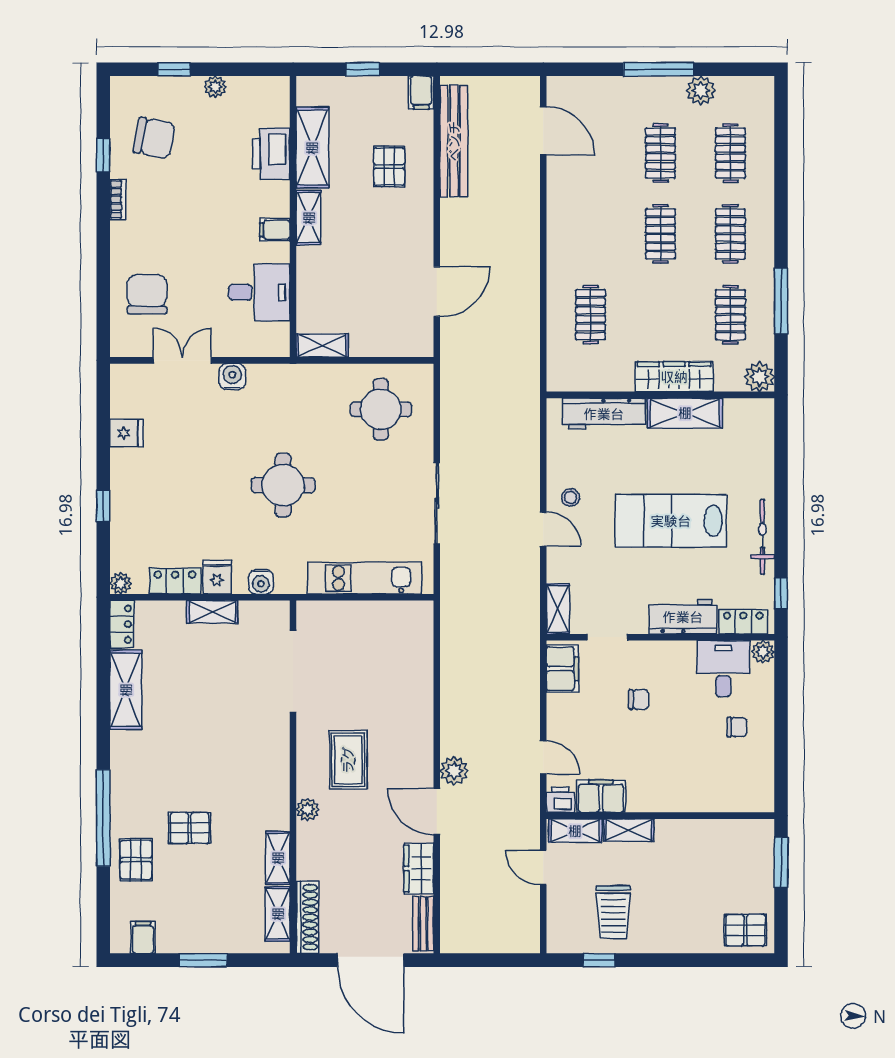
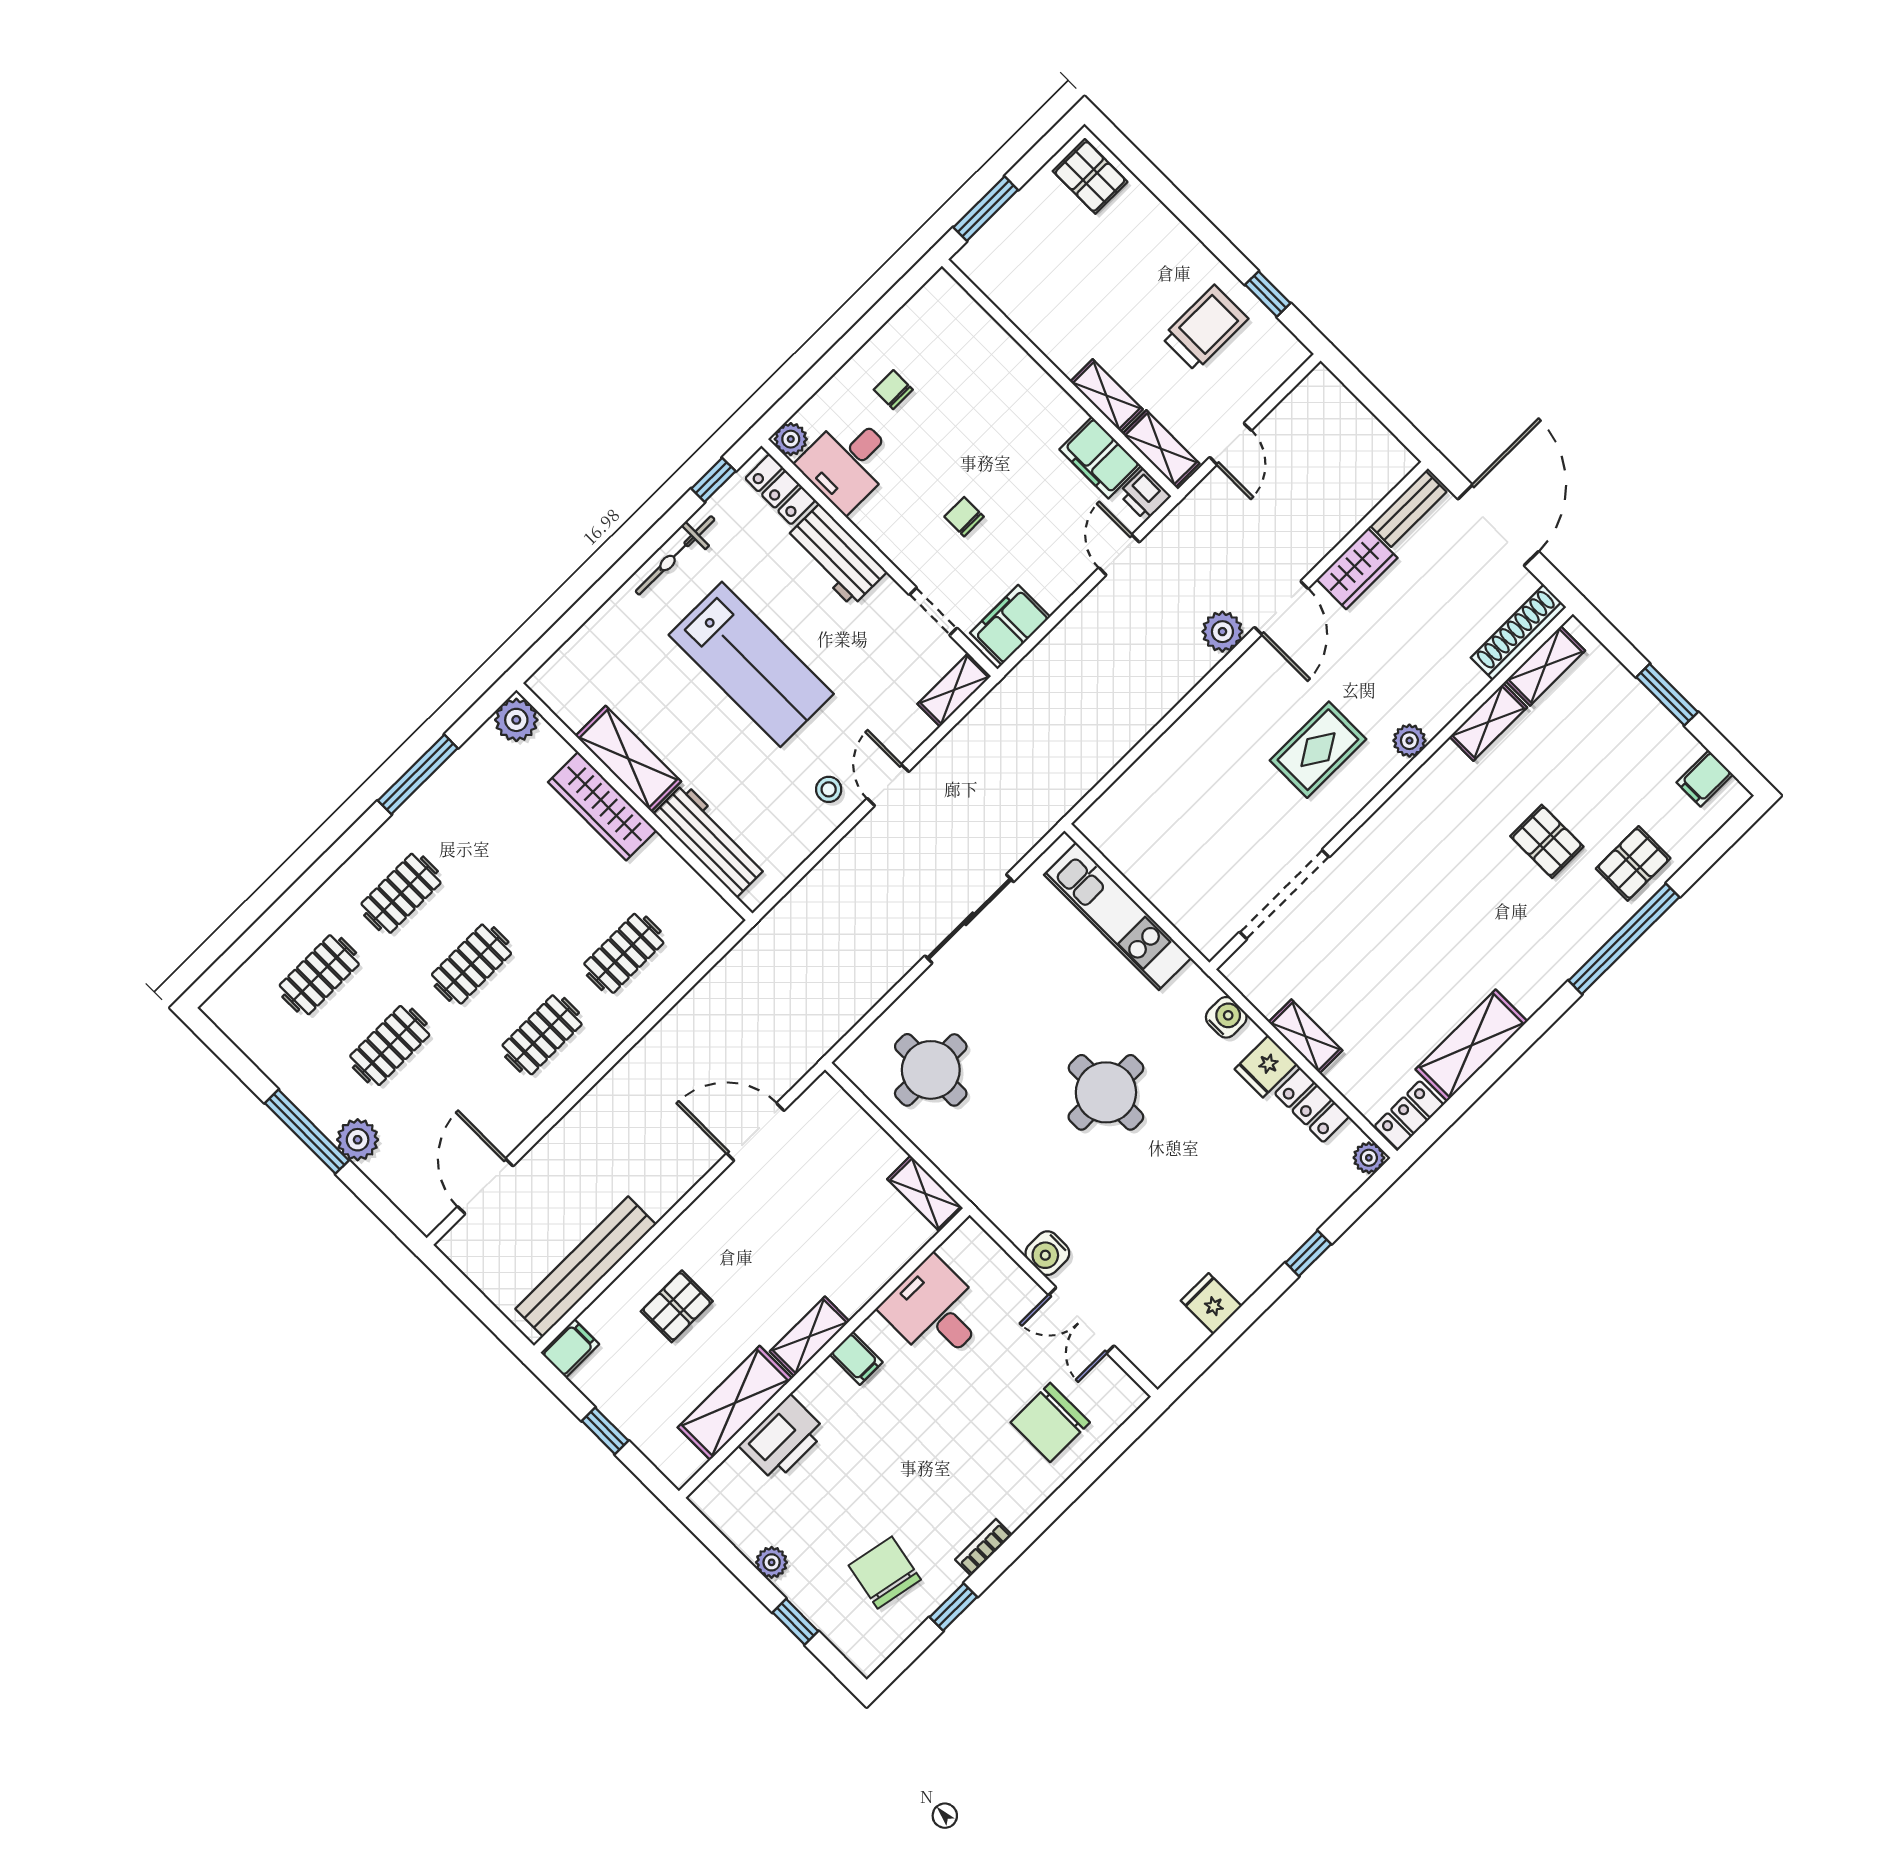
plant: (701, 91) -> (358, 1140), moved
clothes rail: (730, 315) -> (542, 1035), moved

